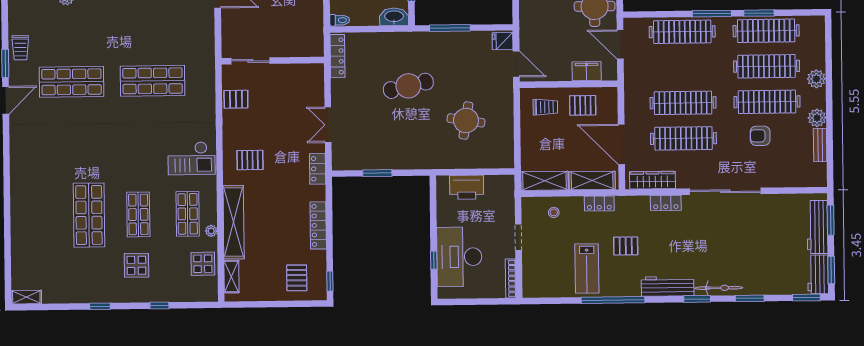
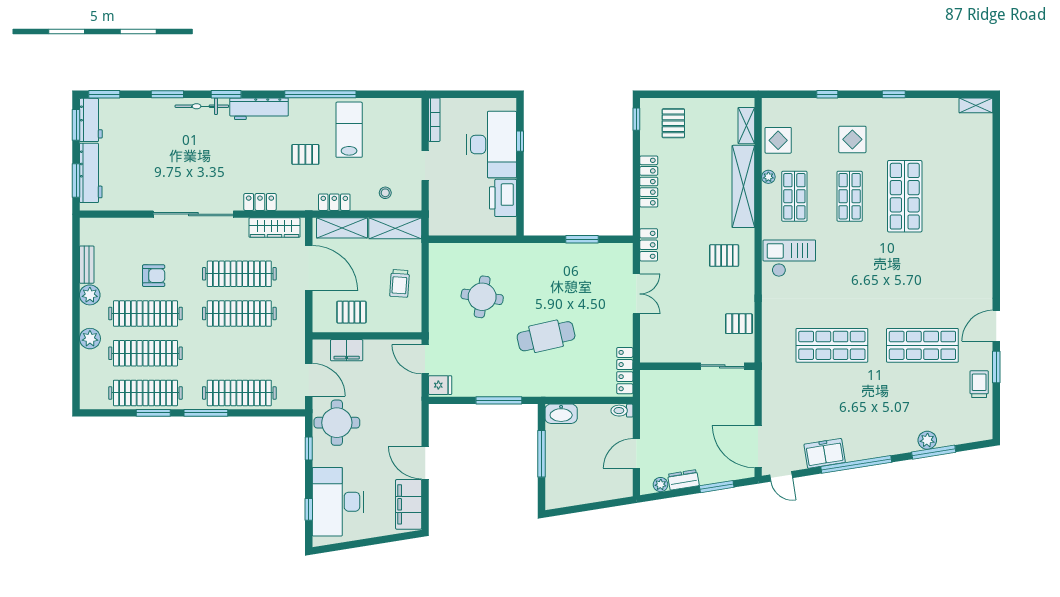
trolley: (545, 107) -> (400, 283), moved, turned -86
printer: (467, 187) -> (503, 198), moved, turned -90

